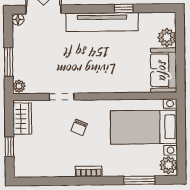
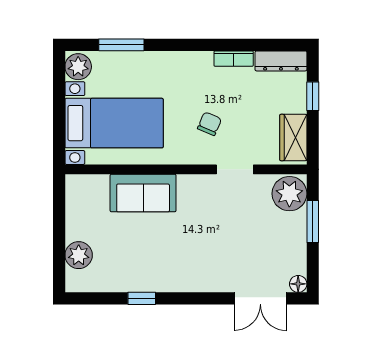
tv unit: (102, 22) -> (174, 279), removed
sofa: (164, 70) -> (143, 193), moved, turned 90
plant: (19, 86) -> (289, 194), width x1.88, depth x1.88
dresser: (31, 170) -> (281, 61), added
bookcase: (89, 171) -> (234, 59), moved

